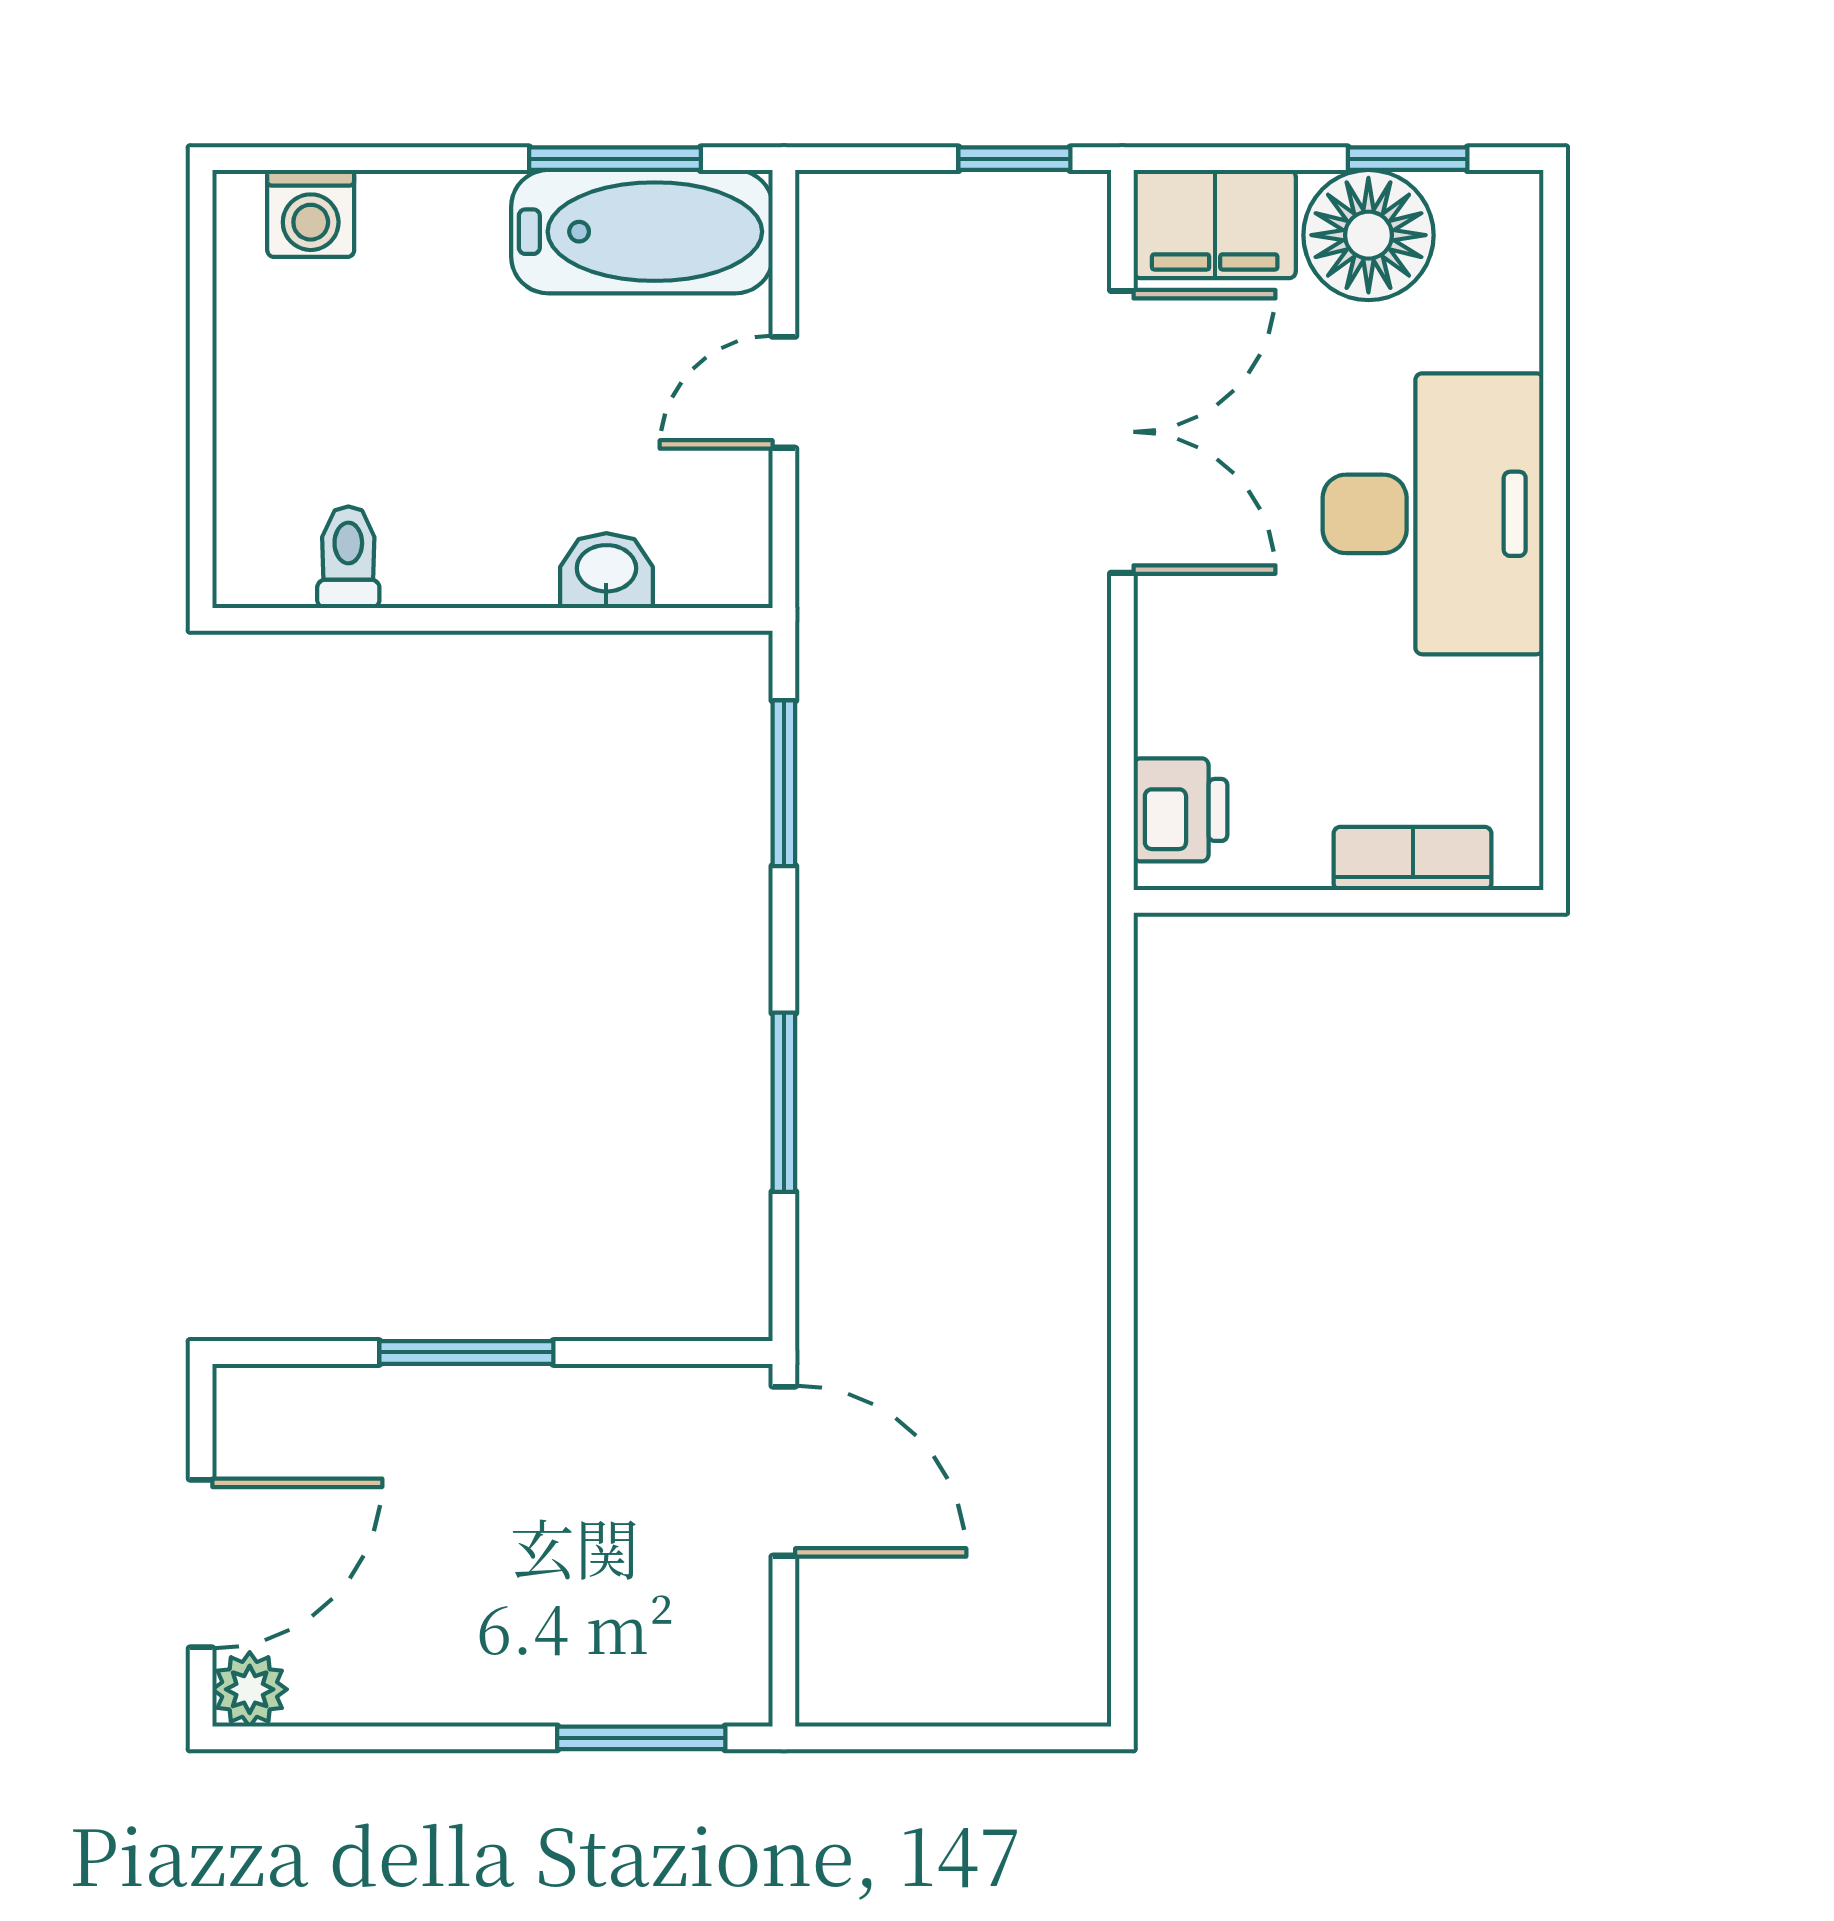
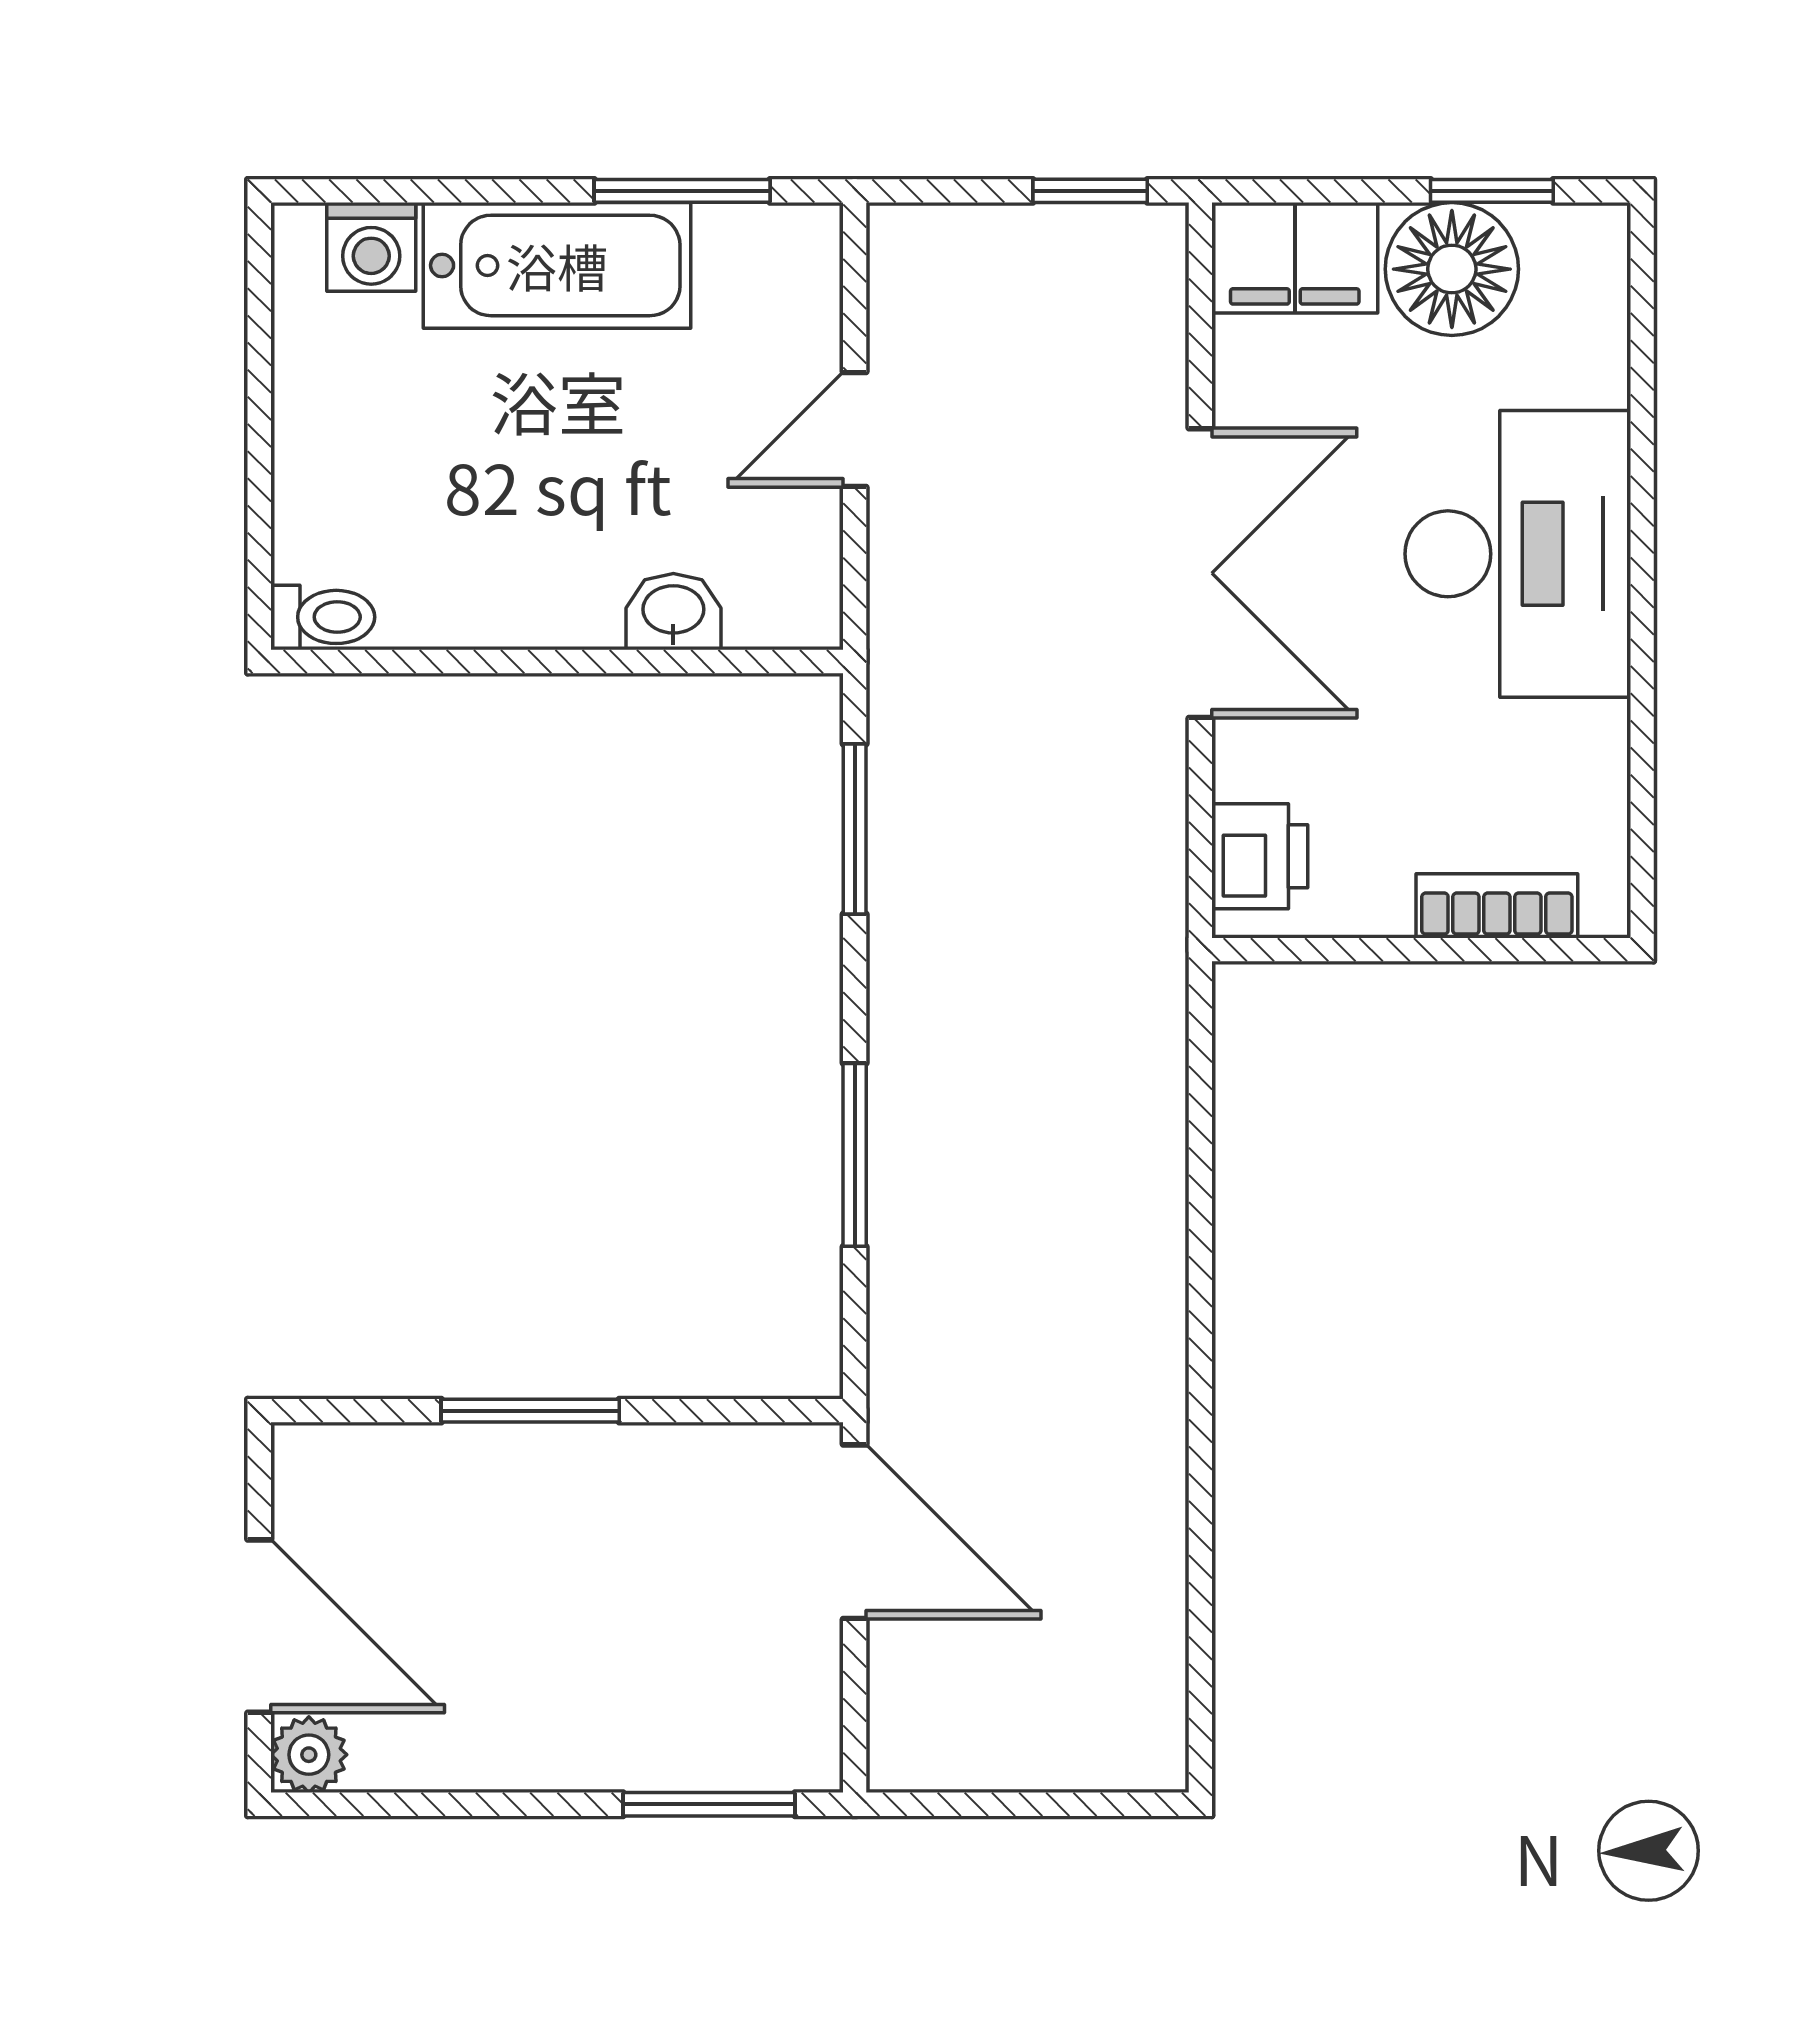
bathtub: (642, 232) -> (557, 265), moved
double door: (1122, 432) -> (1200, 573), moved
toilet: (348, 557) -> (323, 617), moved, turned 90
door: (201, 1564) -> (259, 1626), hinge flipped

